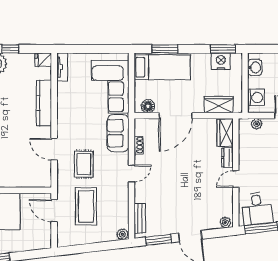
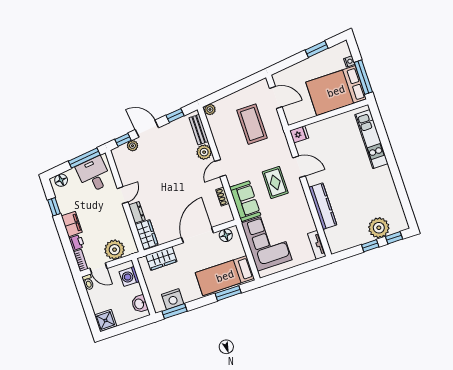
fridge: (43, 60) -> (299, 134), moved
plant: (257, 124) -> (115, 250), width x1.87, depth x1.87
rug: (84, 164) -> (275, 182), moved
plant: (142, 195) -> (204, 152), added
door: (54, 211) -> (276, 98), moved
plant: (225, 222) -> (133, 146), moved
window: (217, 233) -> (123, 140), added
window: (158, 240) -> (175, 116), width x0.67

